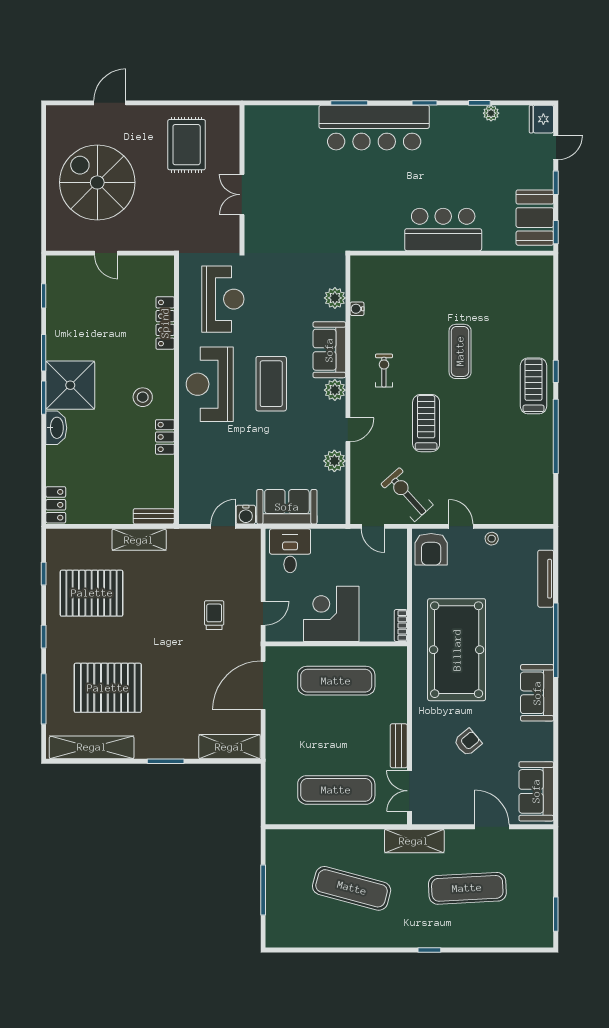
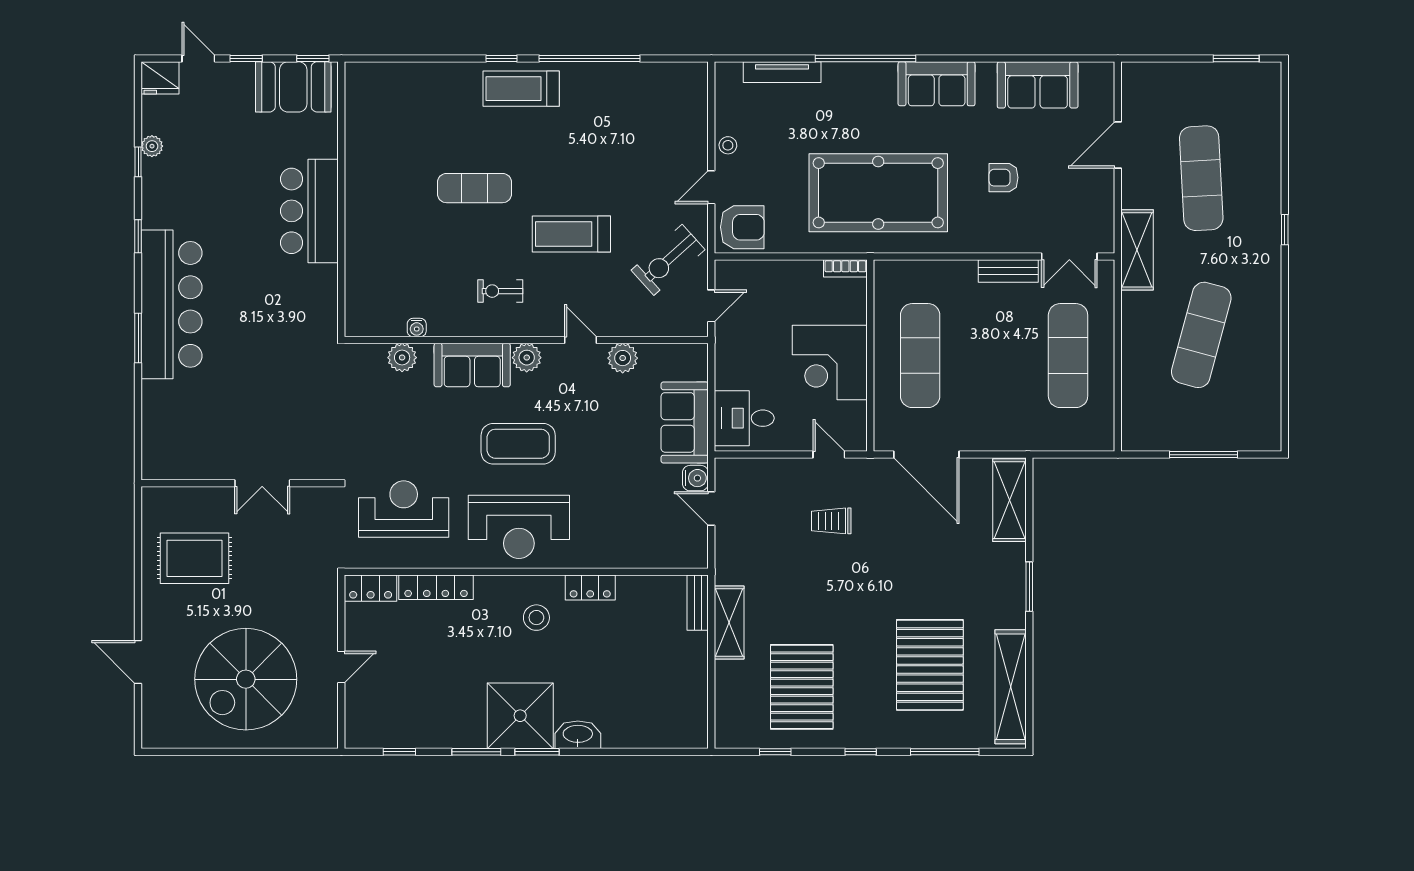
locker: (56, 505) -> (371, 588), moved, turned 180
armchair: (468, 742) -> (1004, 178), turned -50
sofa: (536, 791) -> (1038, 85), moved

